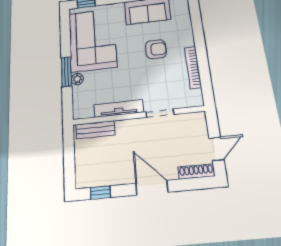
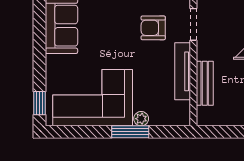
armchair: (156, 49) -> (153, 28), moved, turned -90
bench: (95, 130) -> (205, 83), moved

